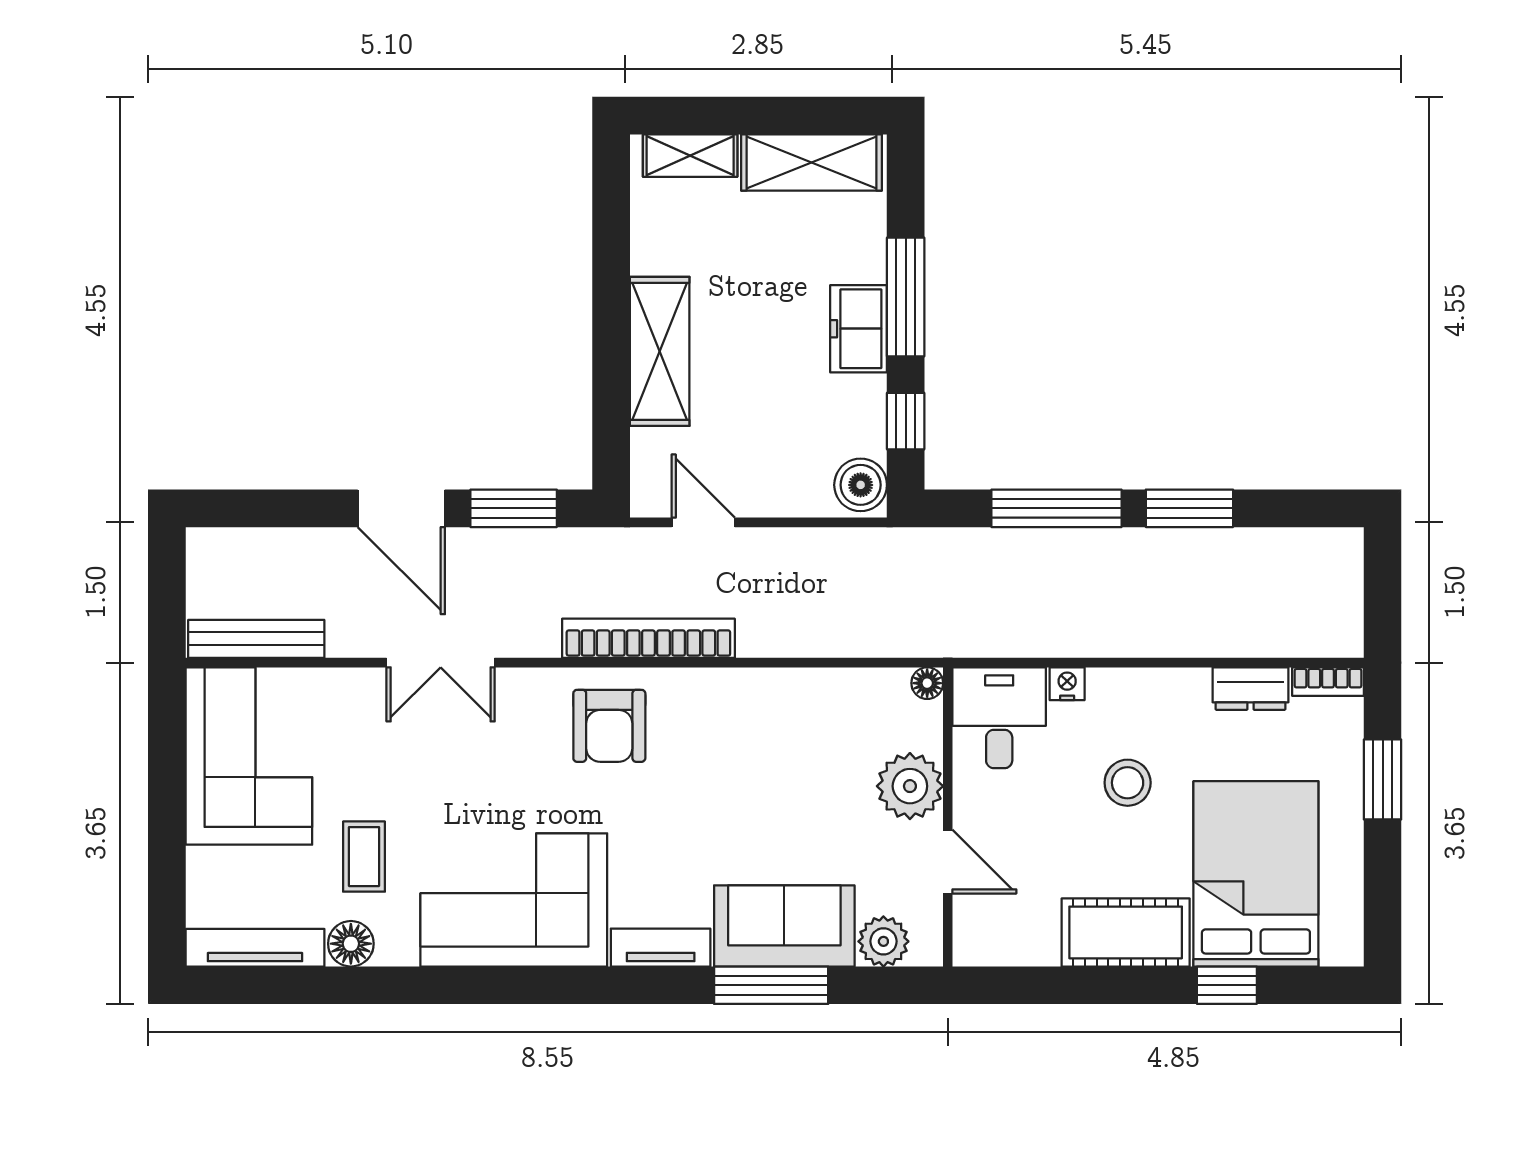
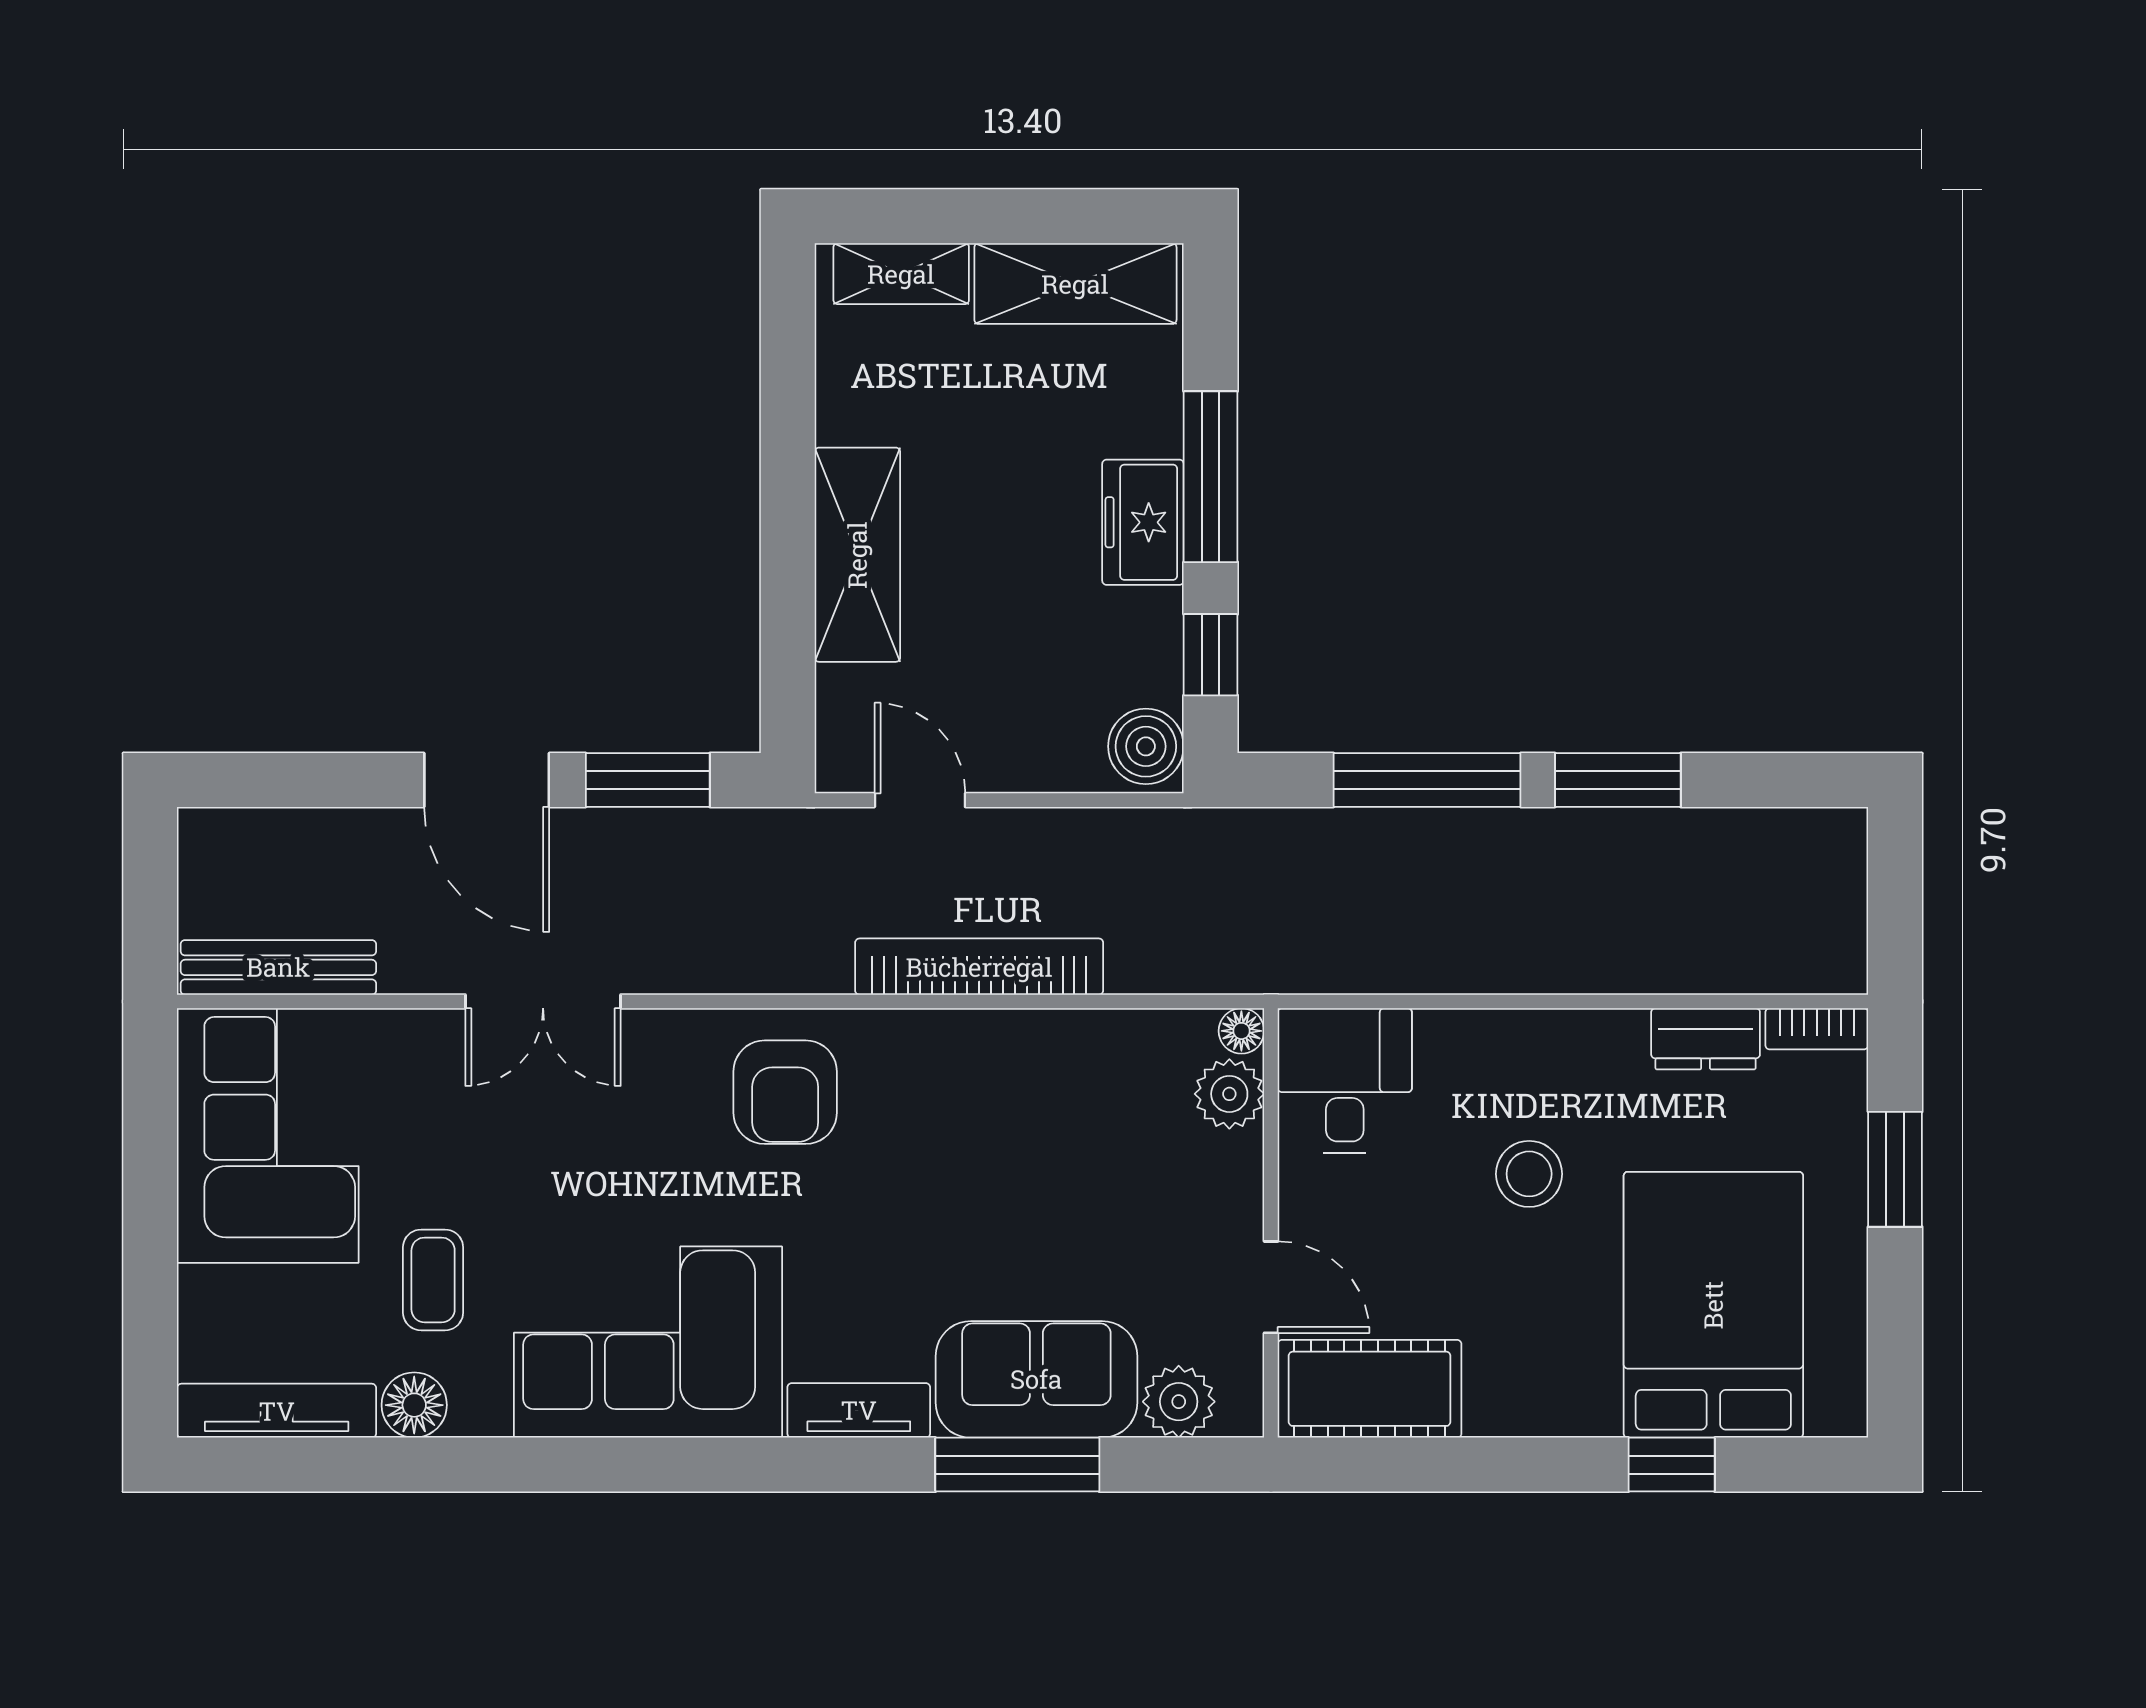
bookcase: (648, 638) -> (979, 967), moved
nightstand: (1067, 684) -> (1442, 1032), removed
plant: (910, 786) -> (1229, 1094), moved, width x0.73, depth x0.73
cot: (1126, 932) -> (1370, 1389), moved

